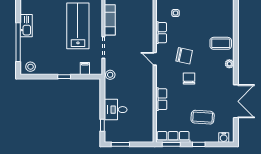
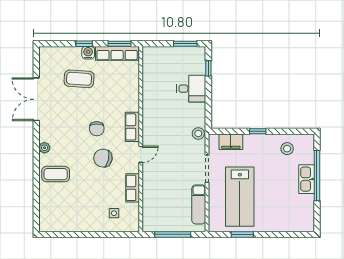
kitchen sink: (26, 26) -> (307, 179), moved
door: (155, 59) -> (141, 154), hinge flipped
stool: (31, 67) -> (287, 149), moved
filing cabinet: (85, 68) -> (231, 142), width x2.00
row of seats: (161, 99) -> (132, 127), moved
water cooler: (224, 137) -> (88, 53), moved

